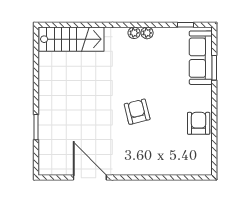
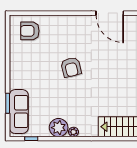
plant: (147, 33) -> (59, 128), width x1.87, depth x1.87
armchair: (199, 123) -> (30, 31), moved, turned 90

